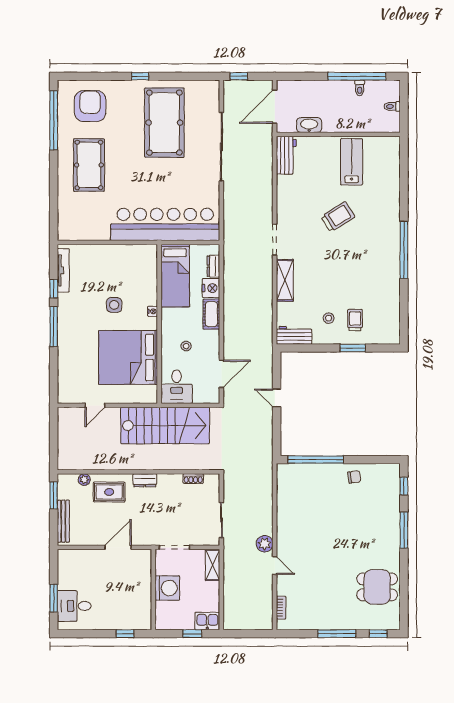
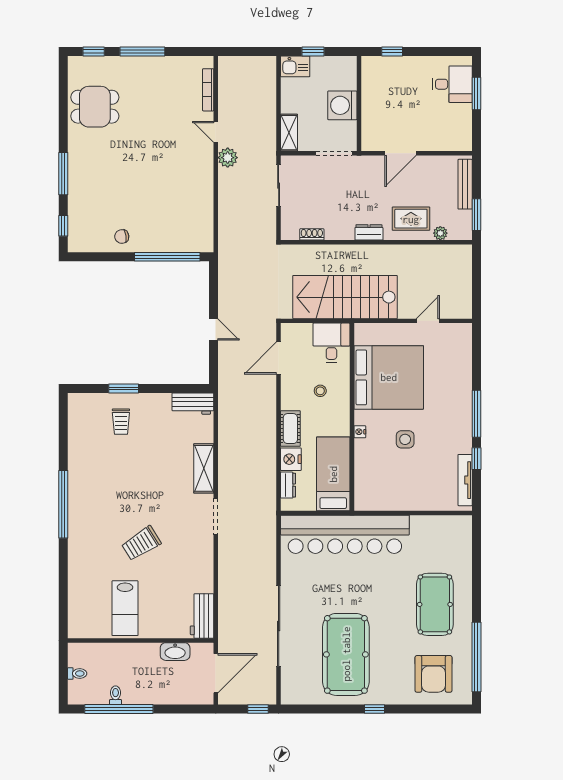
stool: (329, 318) -> (152, 424), removed
bookcase: (281, 608) -> (208, 90), width x1.56

